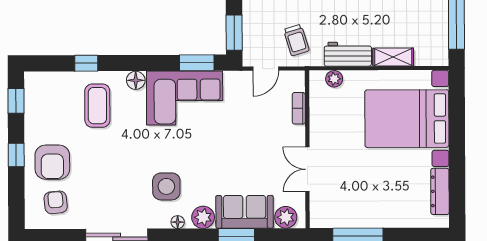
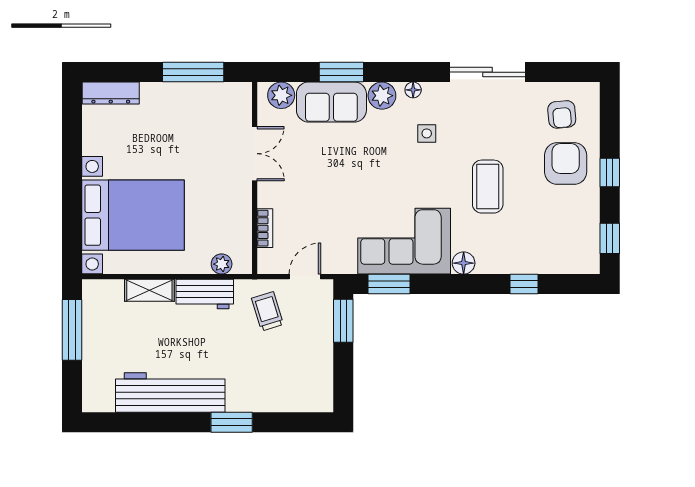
coffee table: (97, 106) -> (488, 187), moved
side table: (166, 186) -> (427, 133), width x0.54, depth x0.54
dresser: (440, 191) -> (111, 93), moved, turned 90

